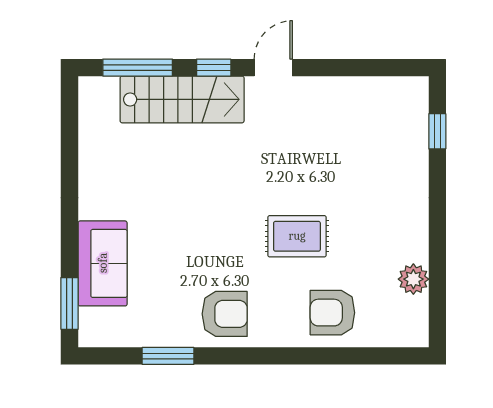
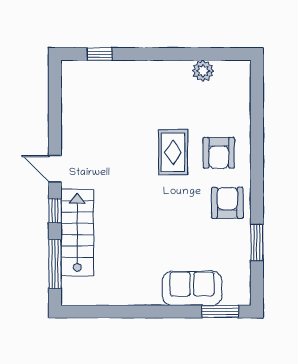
armchair: (332, 313) -> (219, 153), moved

